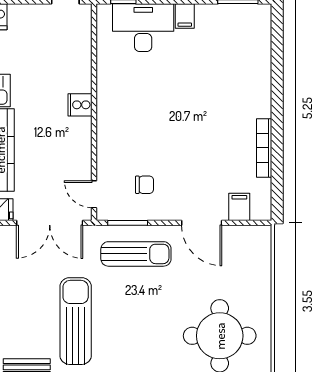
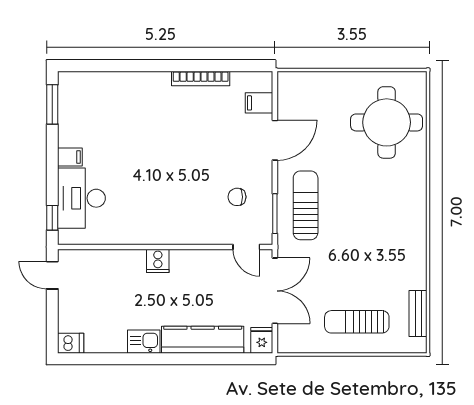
chair: (144, 185) -> (237, 197), turned -90
door: (94, 194) -> (246, 247), hinge flipped
sun lounger: (76, 321) -> (357, 322), moved, width x0.73, depth x0.75

